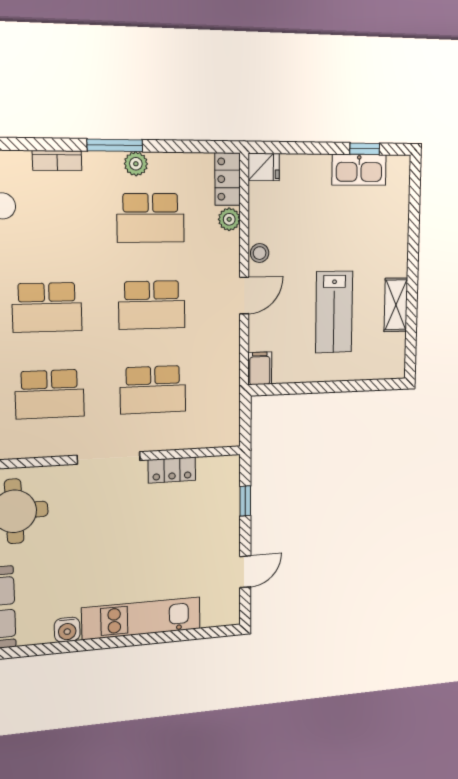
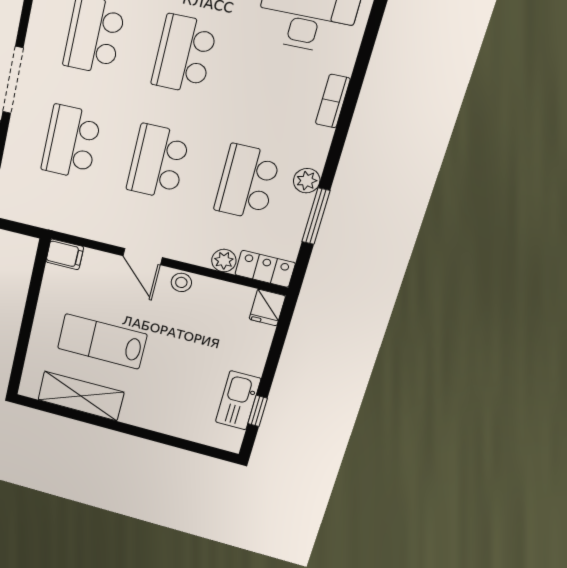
window: (115, 145) -> (316, 216), moved
shelving: (396, 305) -> (81, 396), width x1.50, depth x1.33

